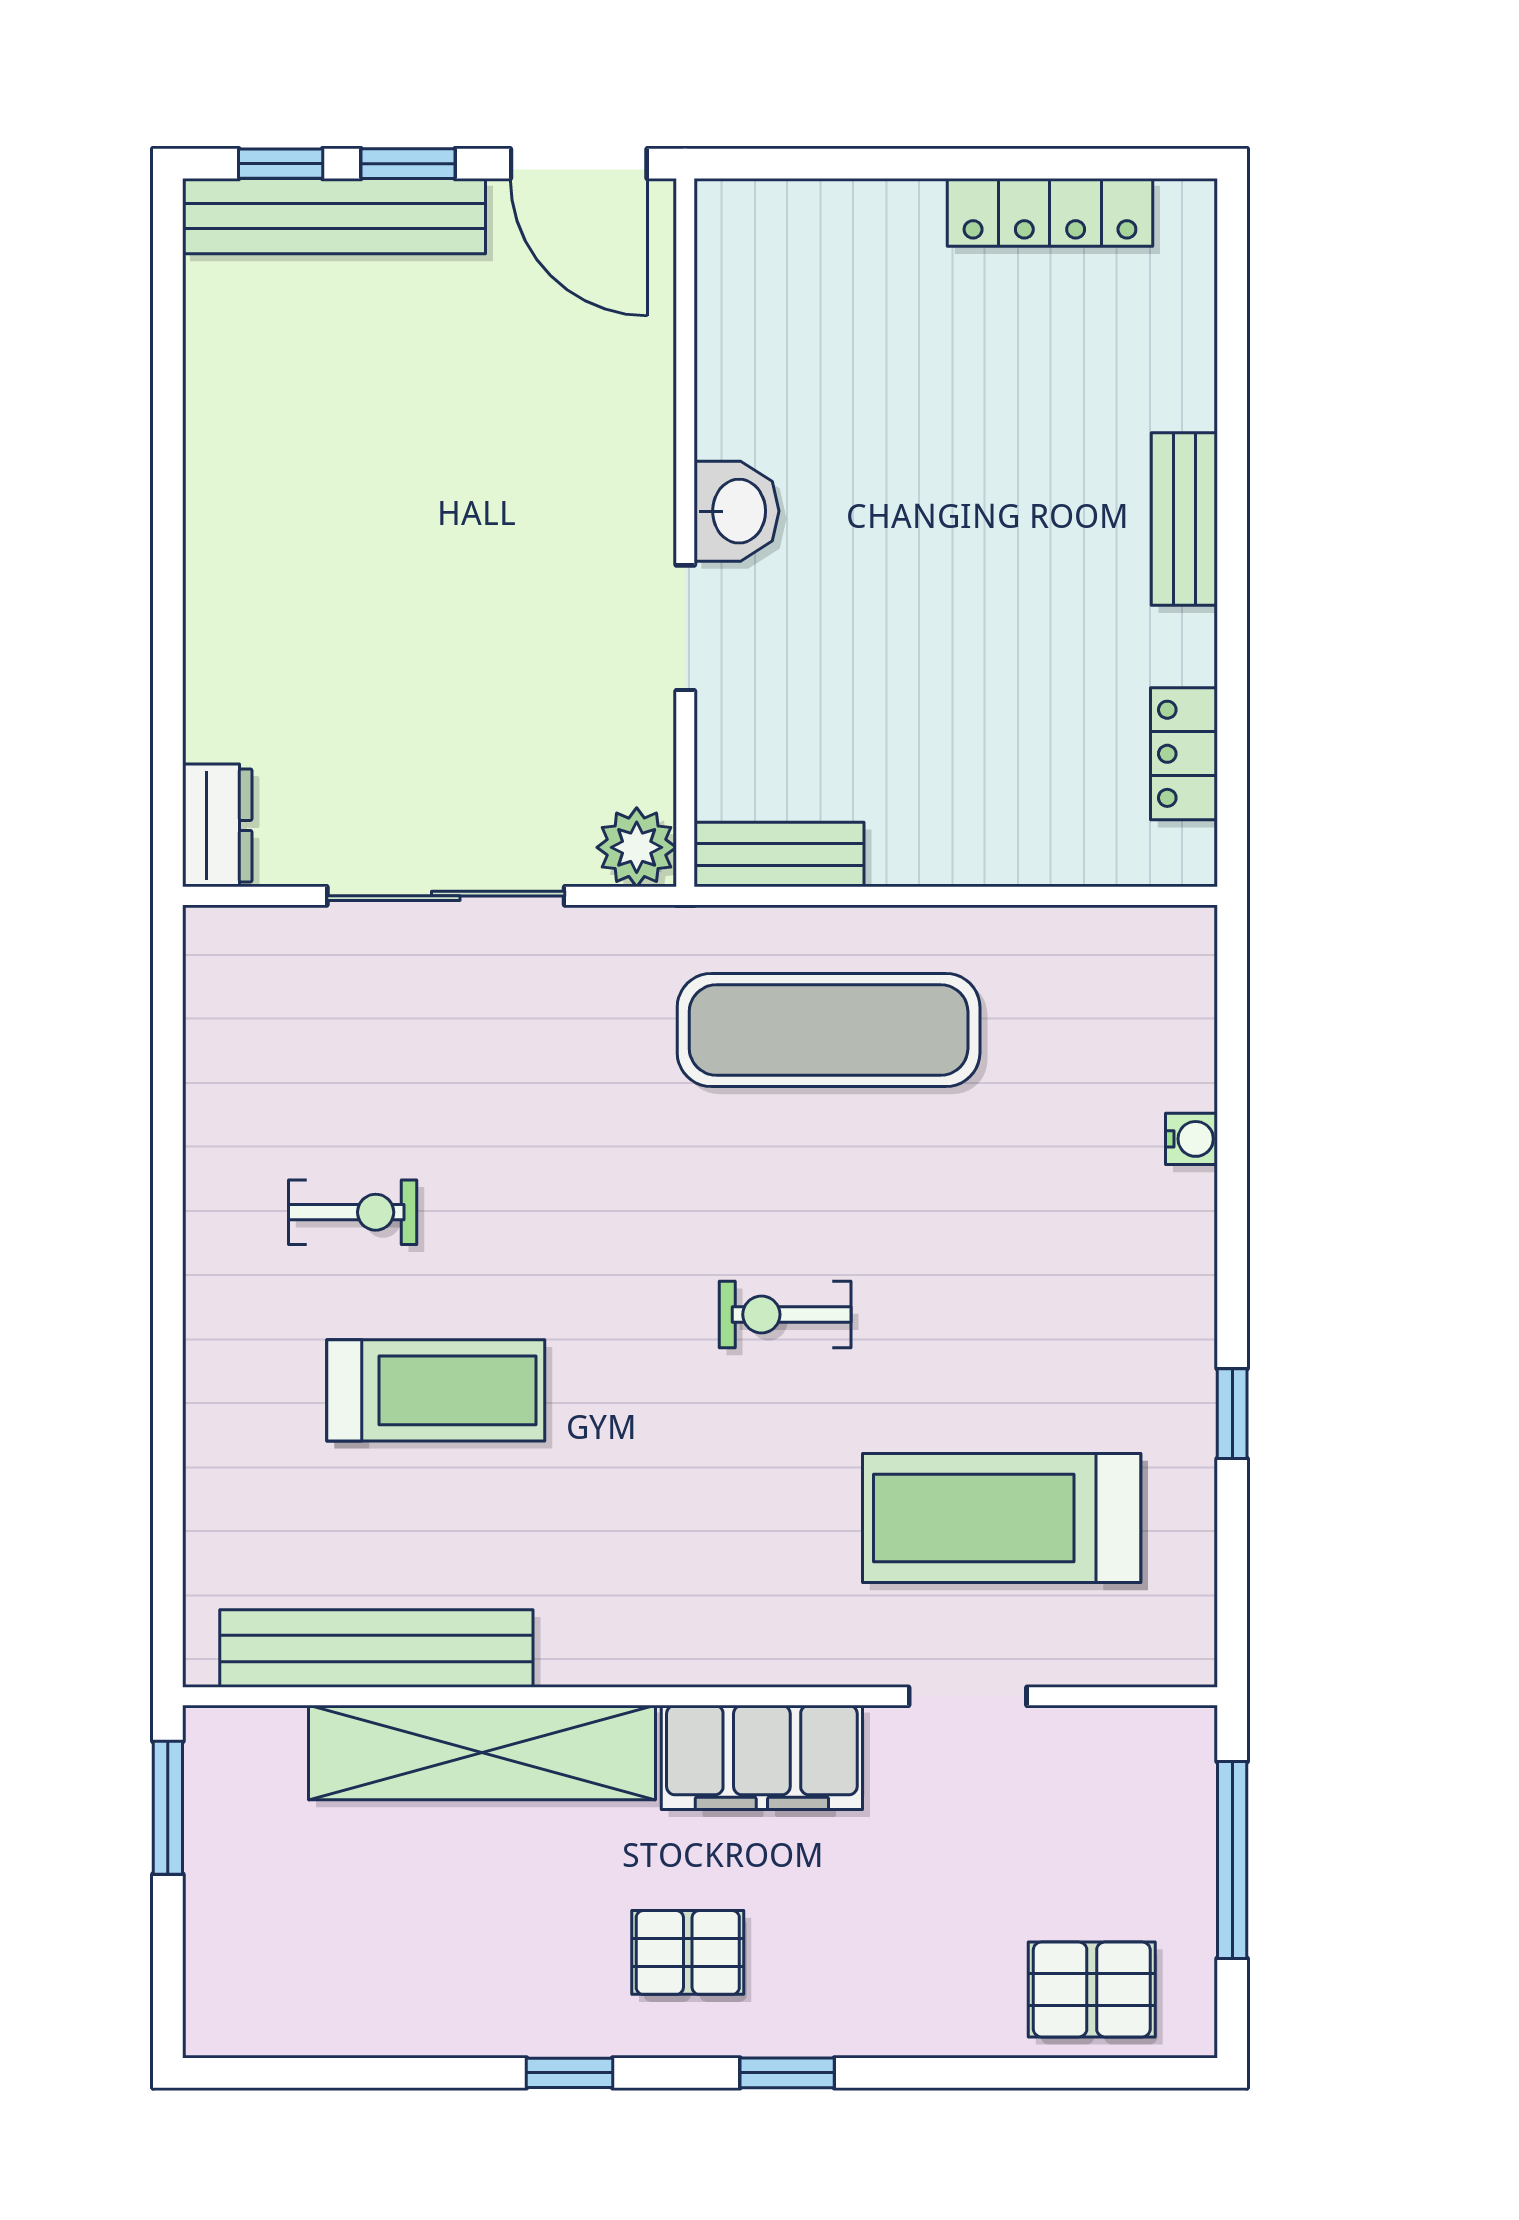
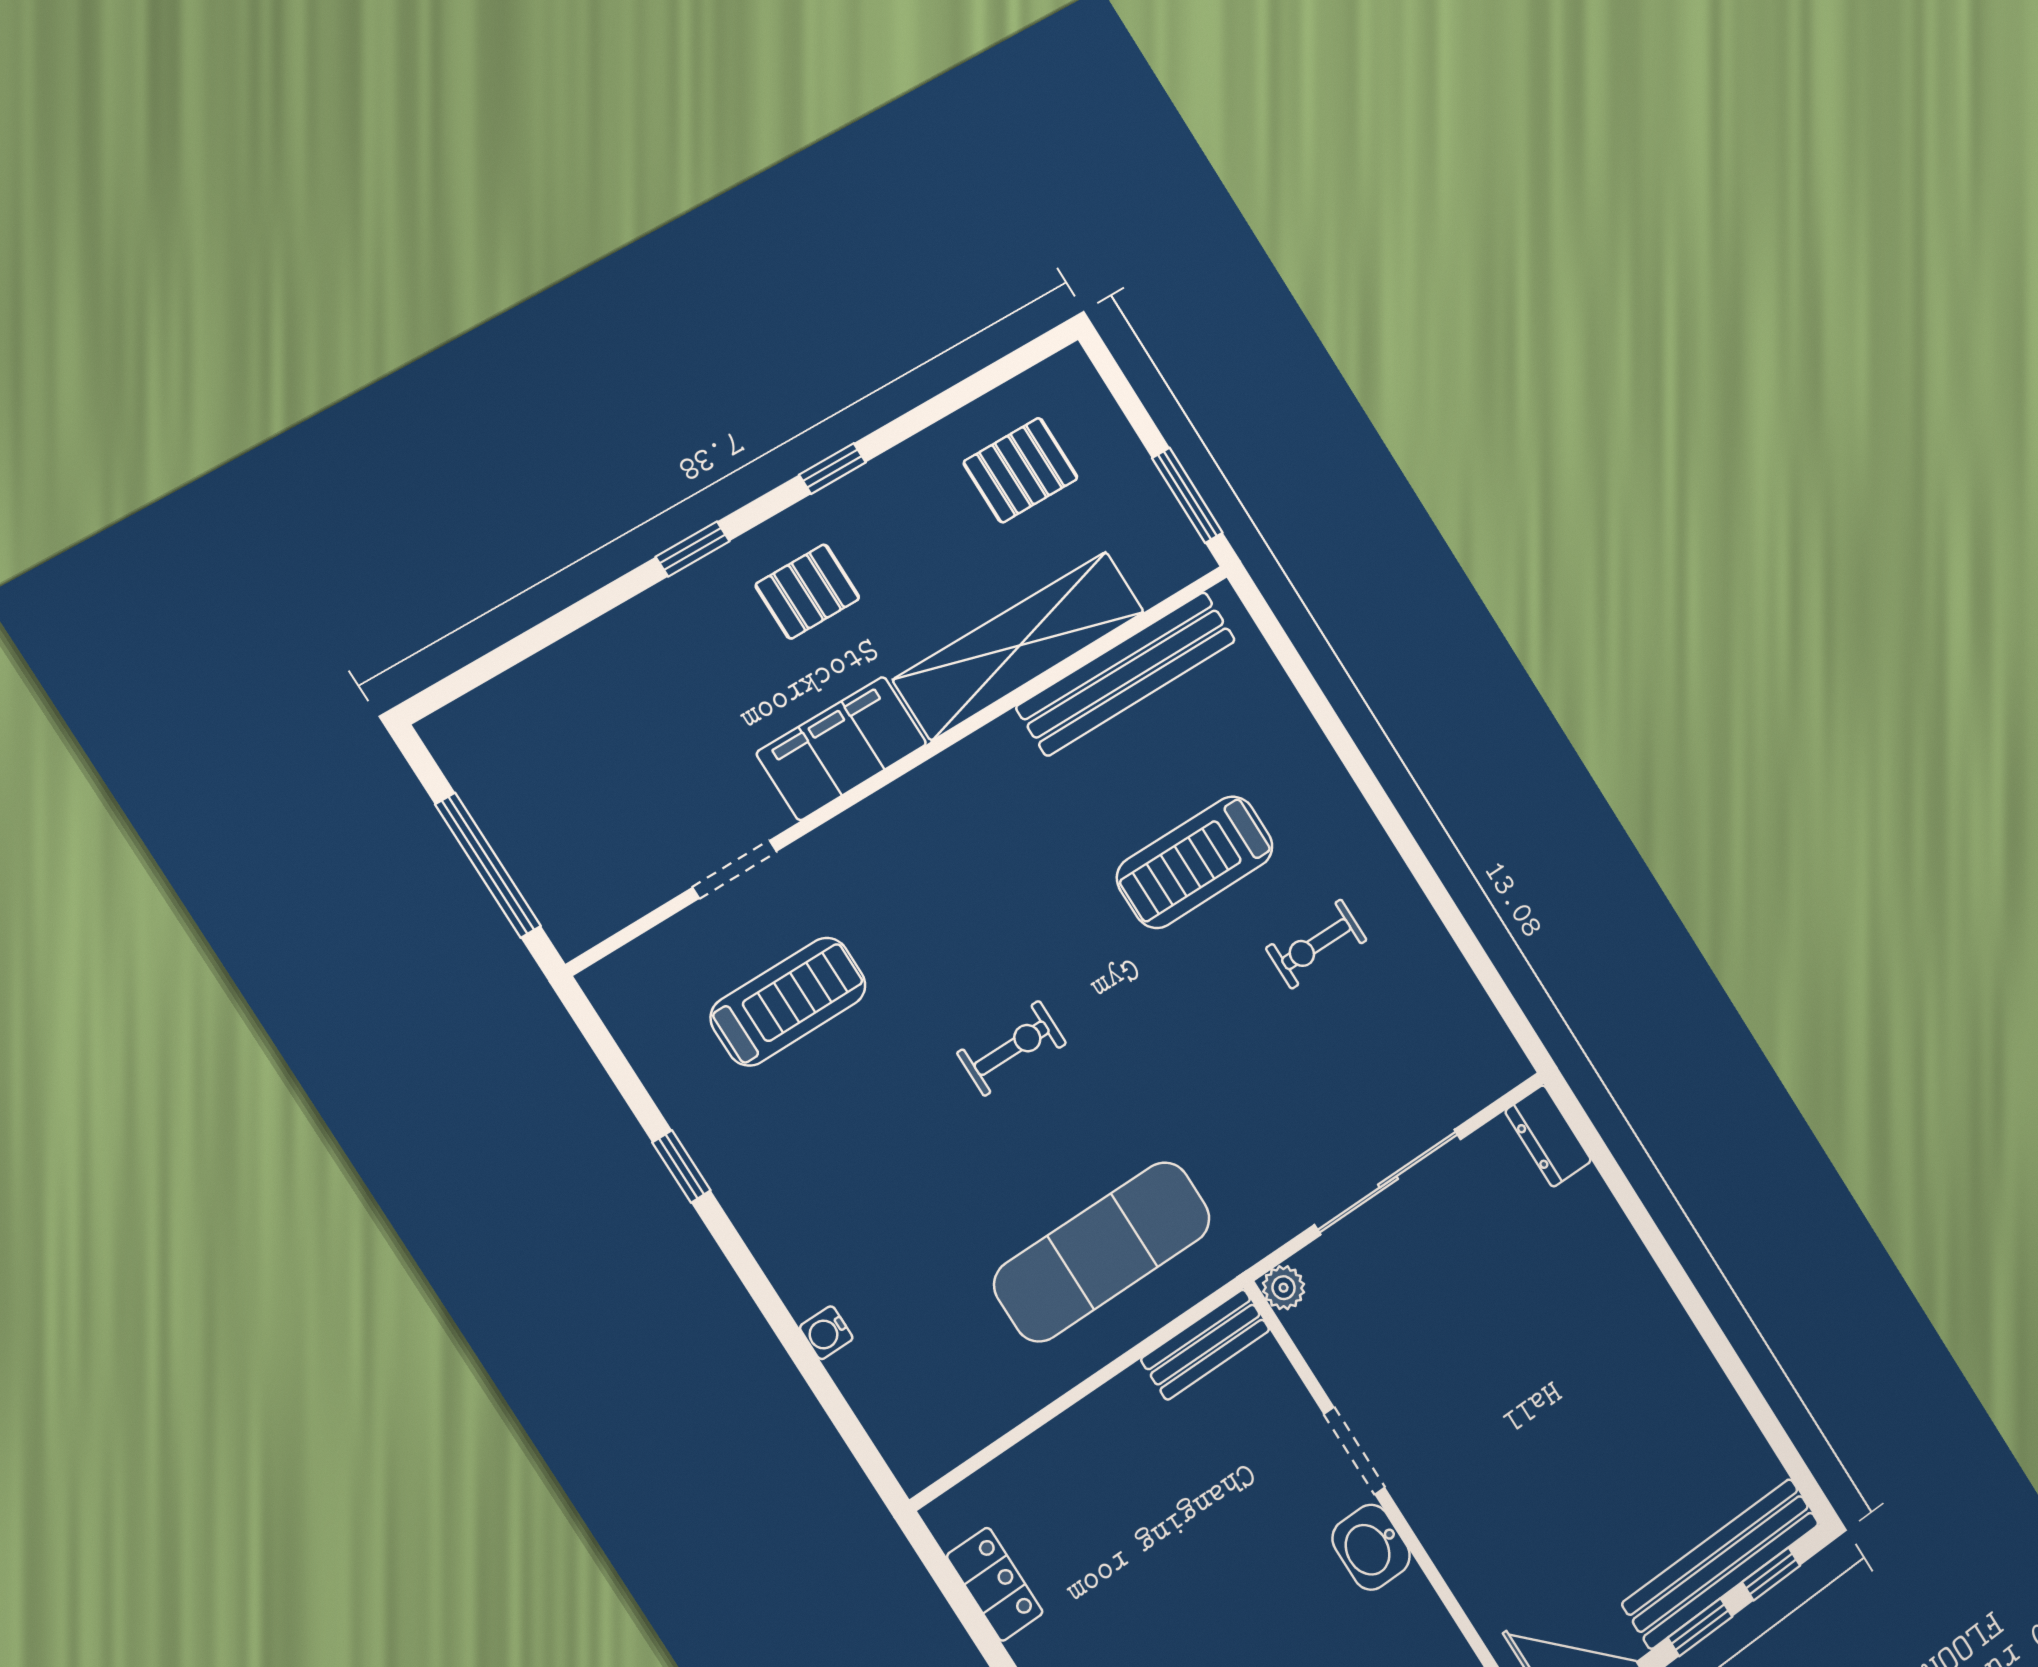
plant: (637, 847) -> (1284, 1288), width x0.73, depth x0.73
treadmill: (1002, 1518) -> (788, 1001), width x0.73, depth x0.73
pallet: (1092, 1989) -> (1021, 470), moved

